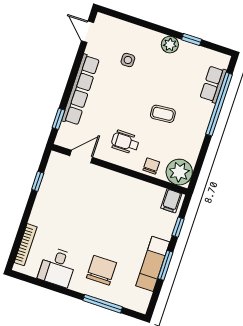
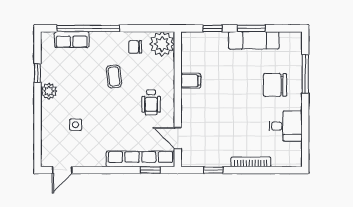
row of seats: (80, 90) -> (140, 159), moved
chair: (151, 166) -> (135, 47), moved
filing cabinet: (171, 201) -> (191, 81), moved
bookcase: (26, 245) -> (251, 162), moved

